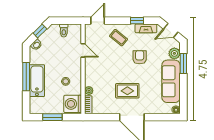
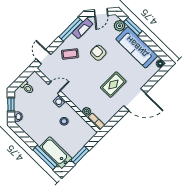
window: (137, 21) -> (71, 29), width x2.17
window: (26, 77) -> (45, 157), moved
bathtub: (37, 81) -> (56, 153), moved
washing machine: (73, 104) -> (59, 101), moved, width x0.53, depth x0.53

